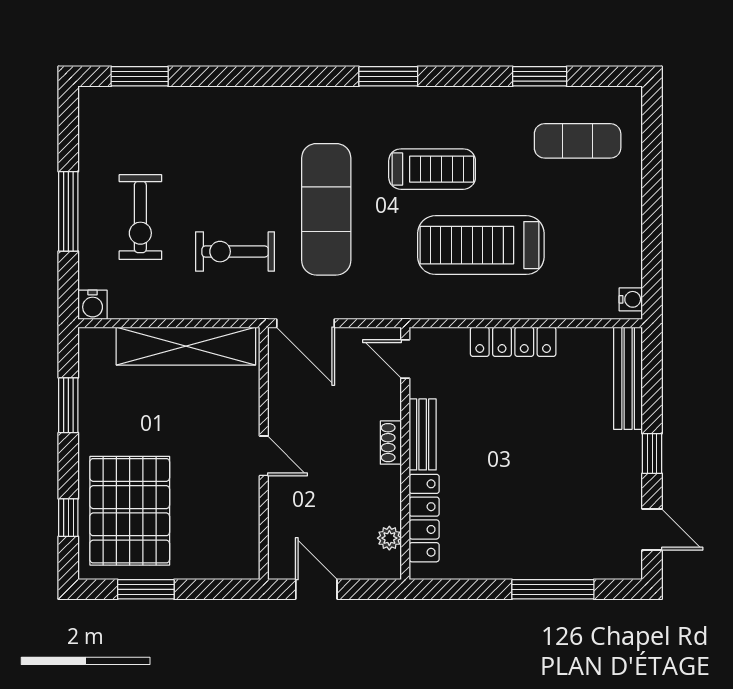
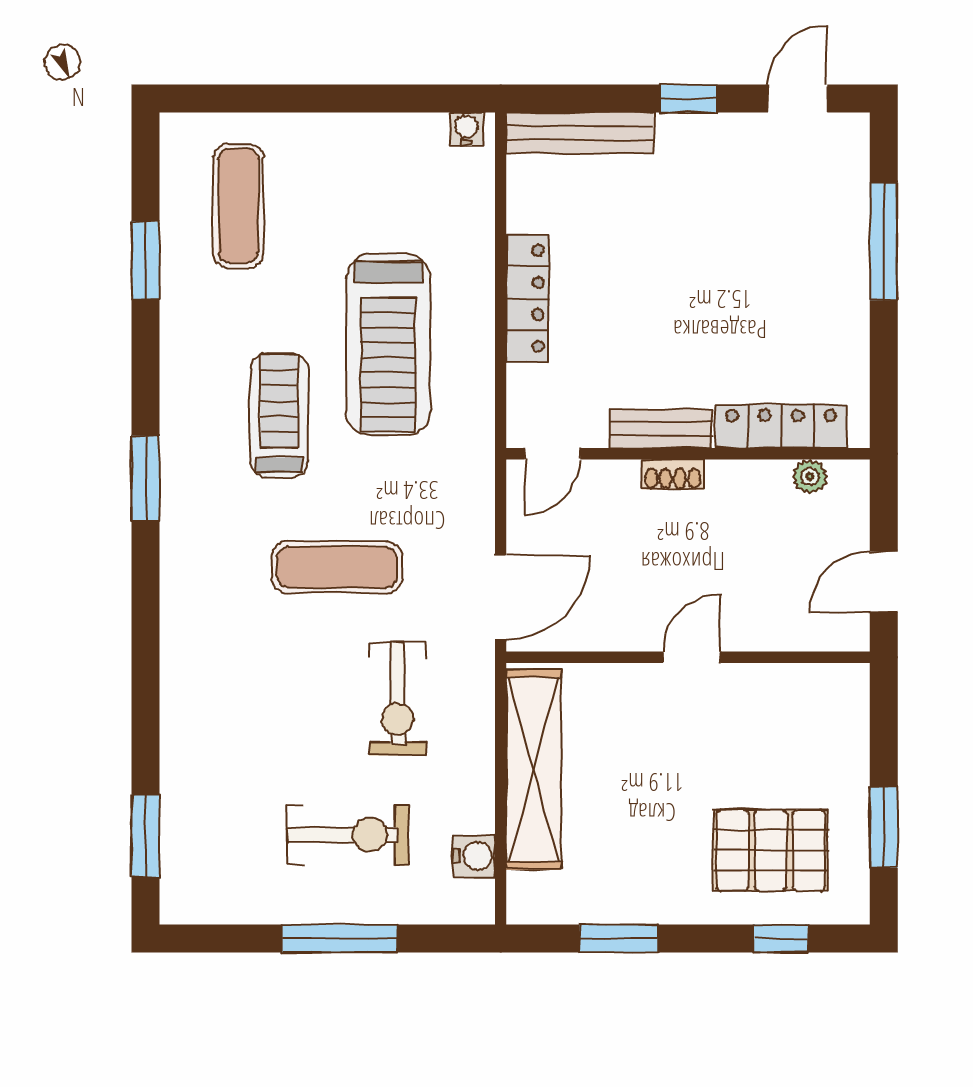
exercise mat: (326, 209) -> (337, 567), width x0.73, depth x0.69
water cooler: (93, 305) -> (474, 856), moved
pallet: (130, 511) -> (771, 850), width x0.73, depth x0.71

